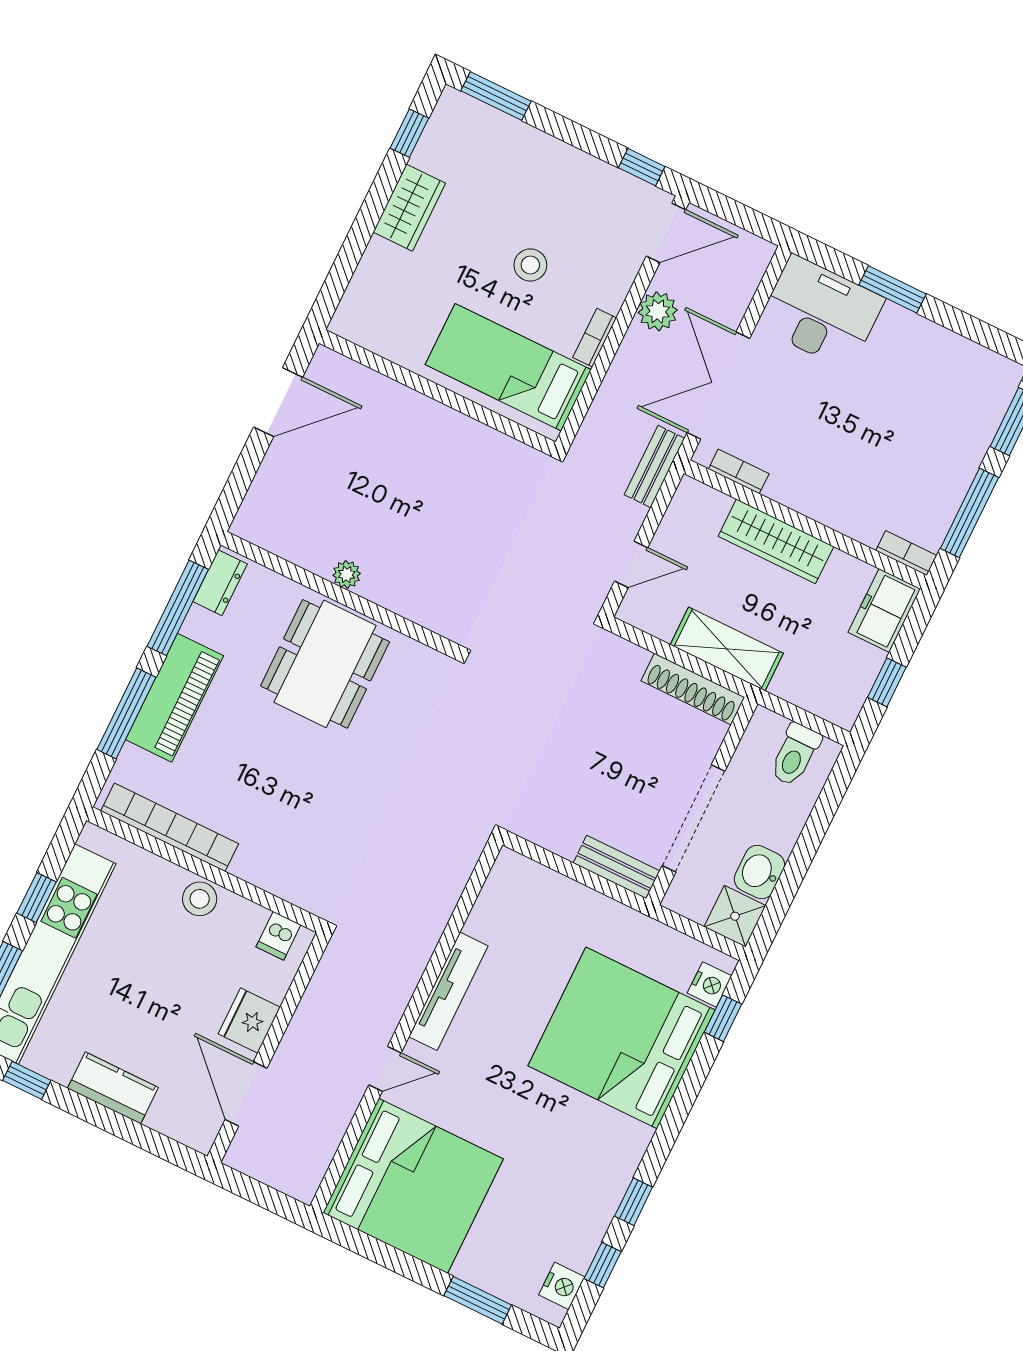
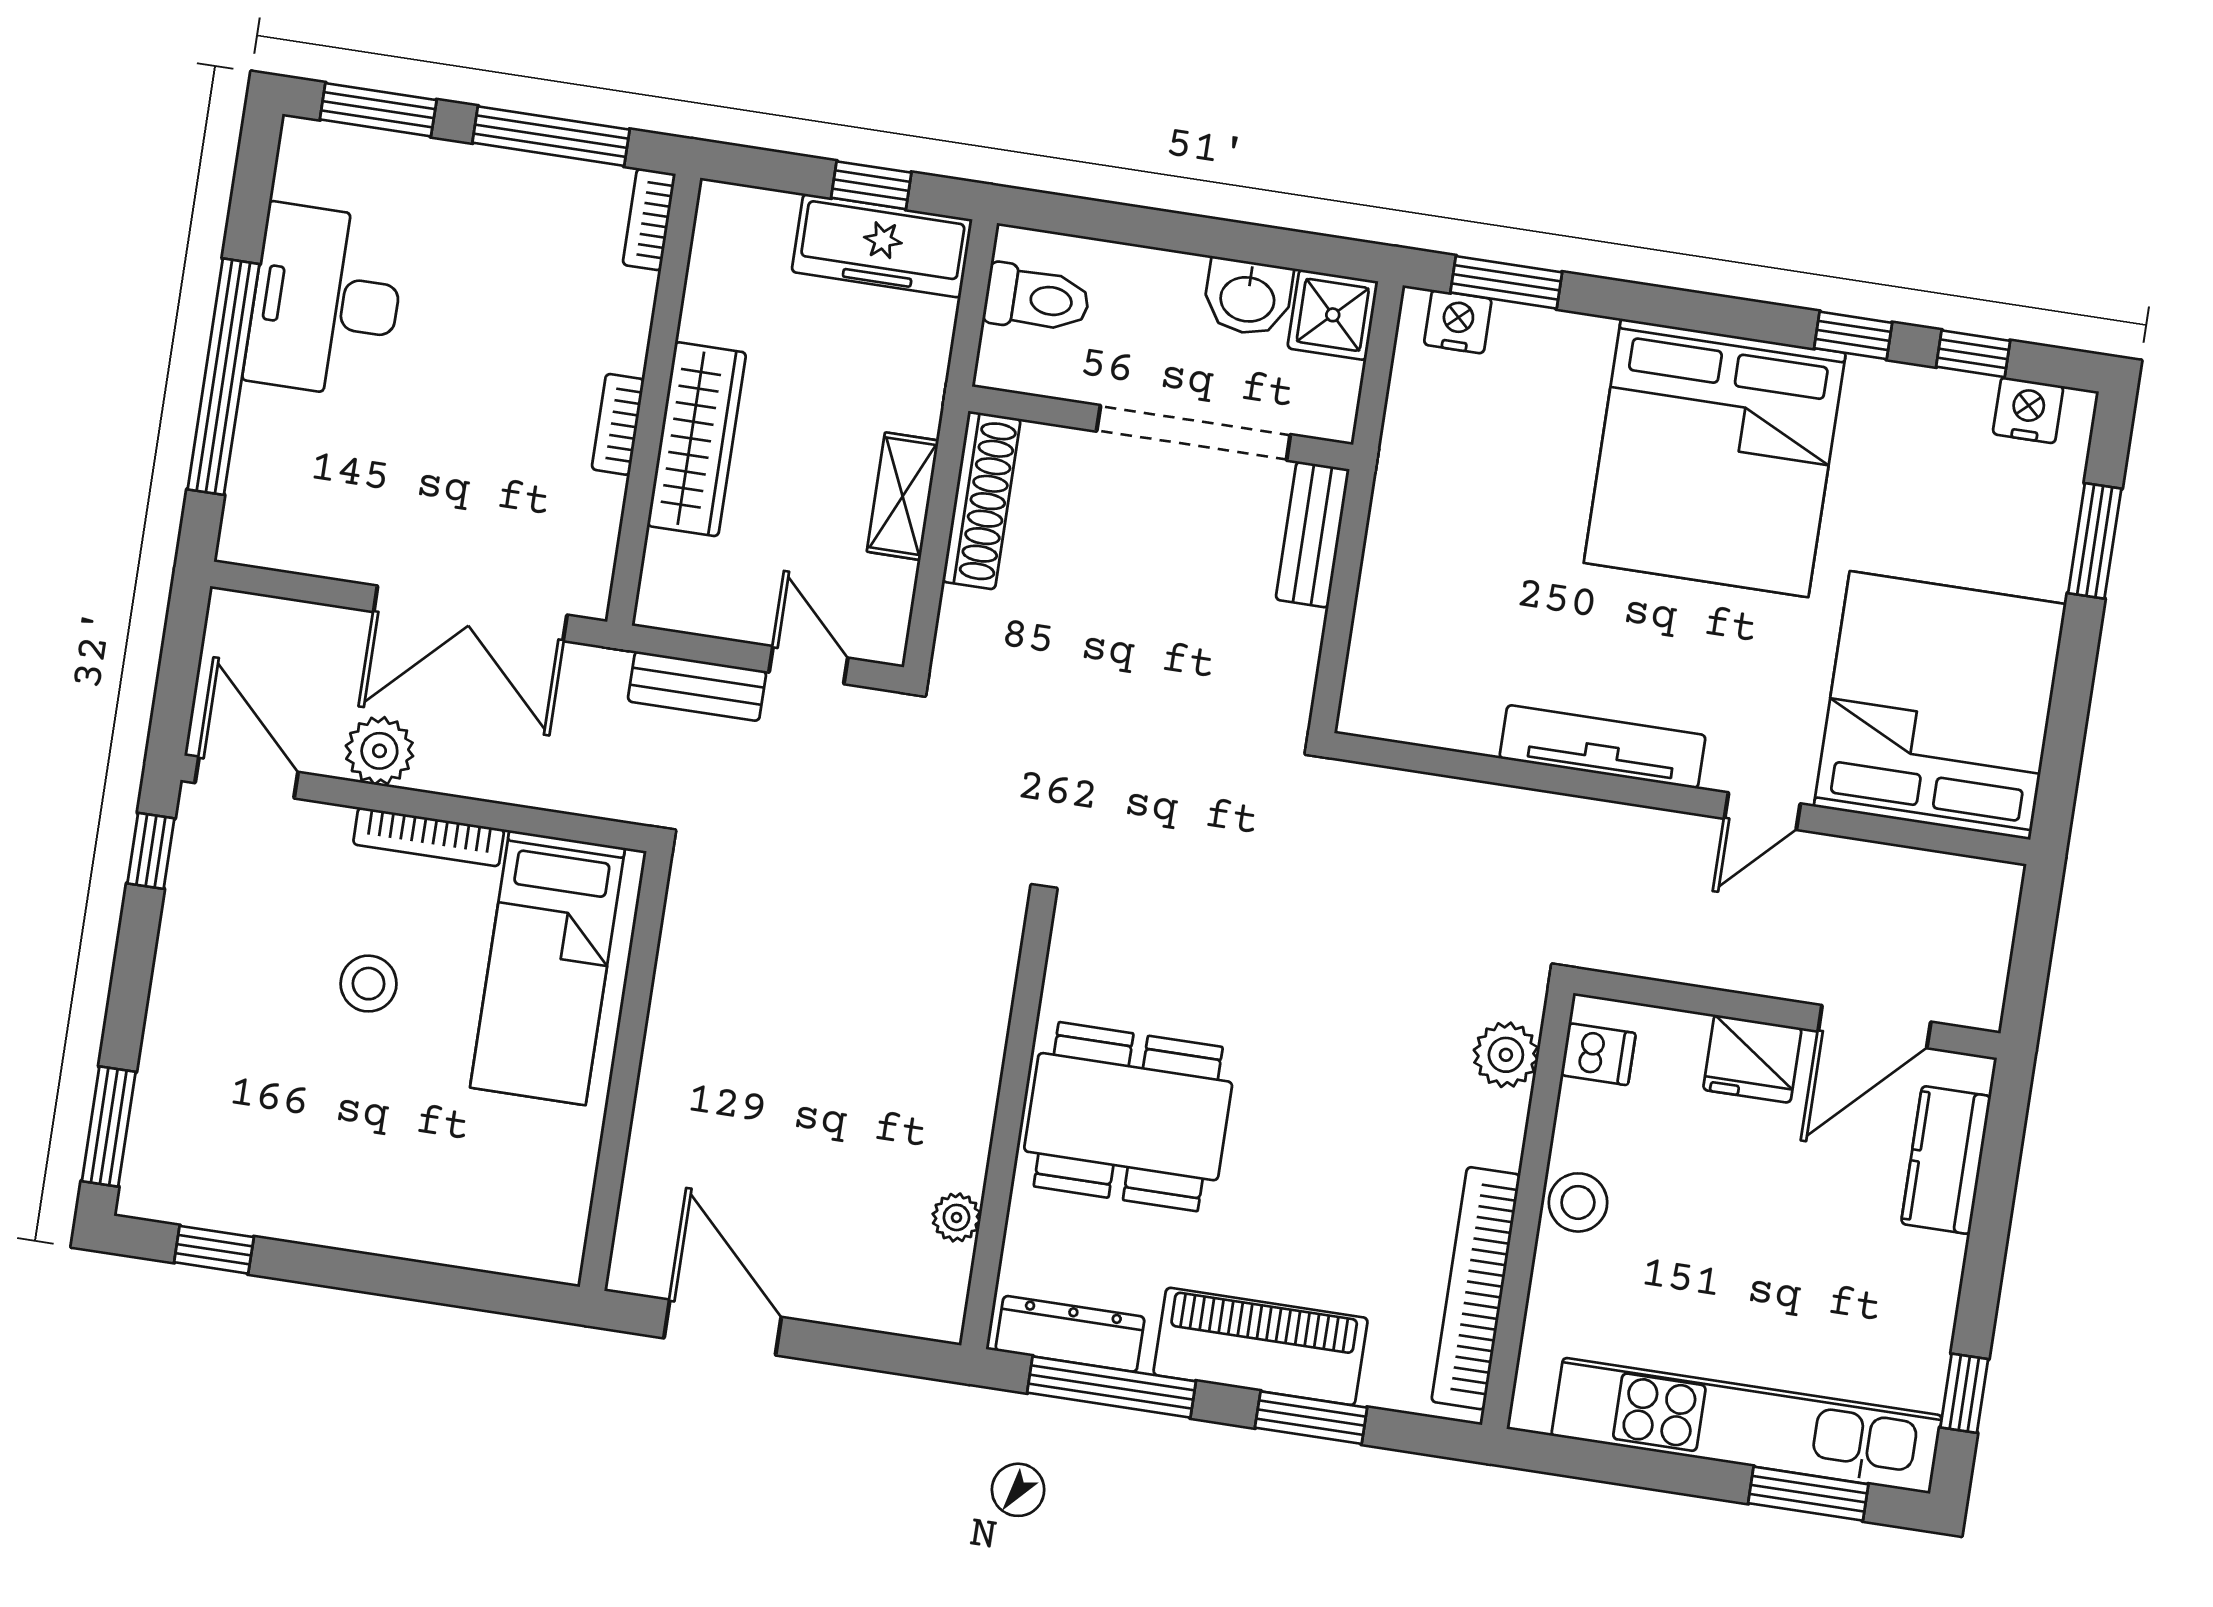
wardrobe: (409, 208) -> (336, 1212), removed
window: (893, 289) -> (223, 377), width x2.11
desk: (821, 312) -> (326, 301), moved
bookcase: (595, 338) -> (429, 837), width x1.56
bench: (654, 466) -> (697, 686), moved
bookcase: (739, 471) -> (618, 424), moved
plant: (347, 574) -> (956, 1217), moved
dresser: (220, 583) -> (1070, 1334), width x1.44
freezer: (884, 610) -> (882, 246), moved, width x1.40
shelving: (727, 649) -> (903, 496), width x0.67, depth x0.75
window: (126, 713) -> (1311, 1418), width x0.69
plant: (294, 884) -> (1506, 1055), added
window: (36, 898) -> (1659, 1471), removed
window: (723, 1018) -> (1506, 282), width x1.50
bed: (621, 1038) -> (1715, 458), moved
door: (385, 1069) -> (1762, 811), swing flipped
kitchen counter: (113, 1088) -> (1946, 1160), moved

